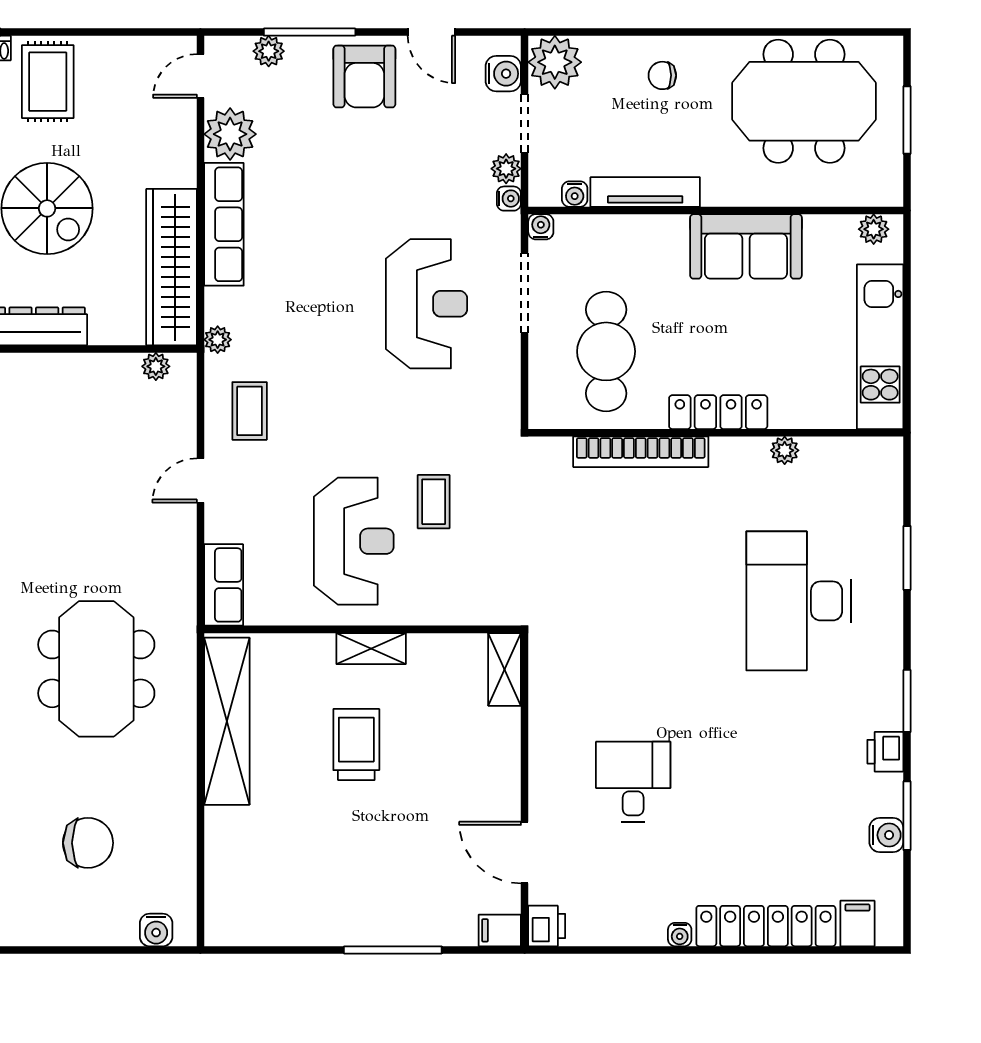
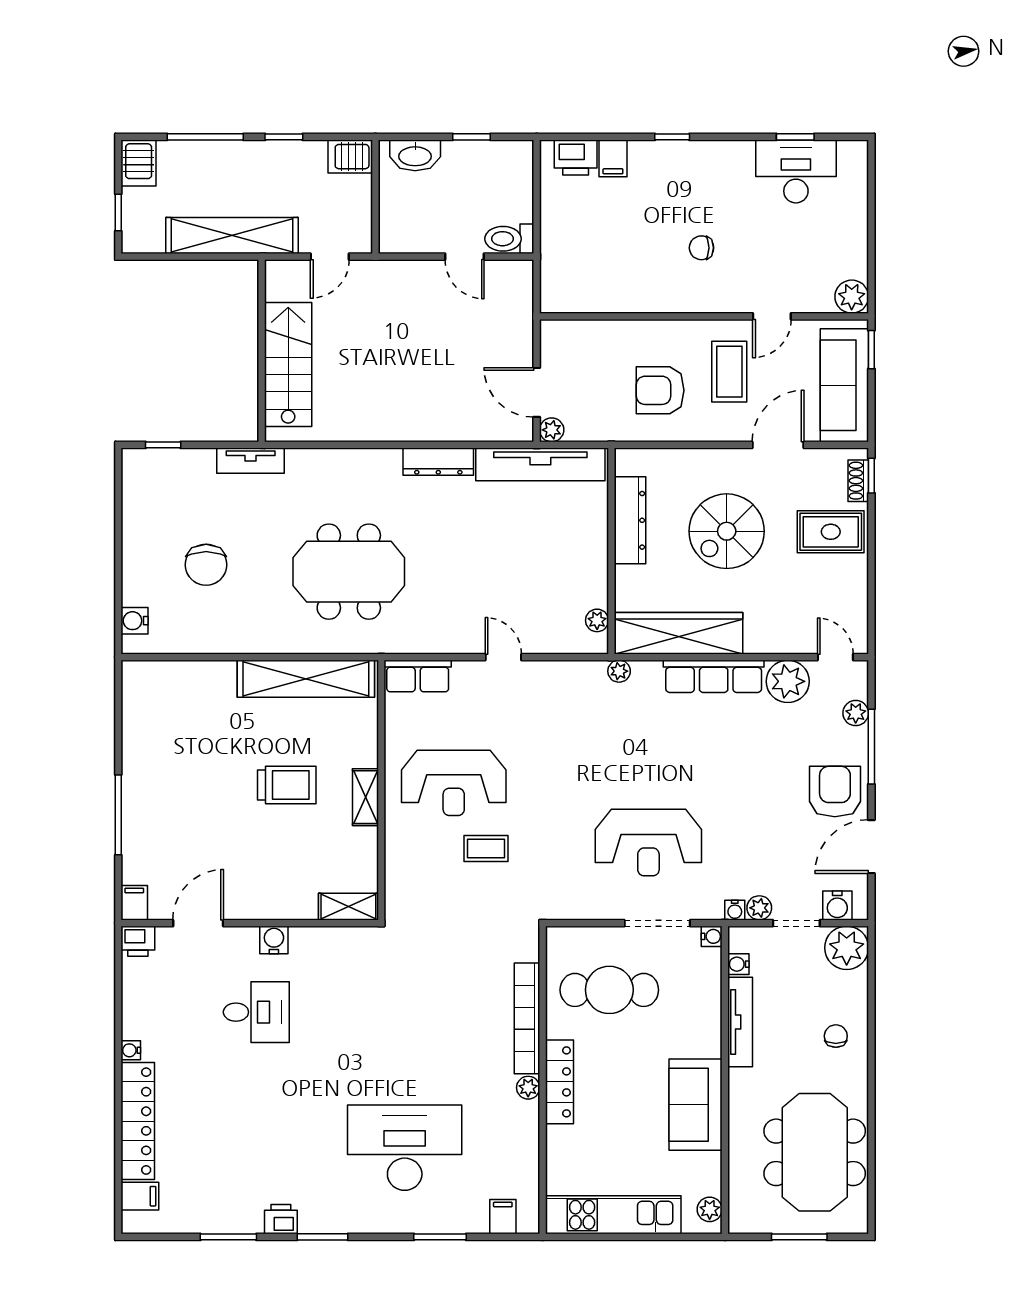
door: (431, 32) -> (871, 847), width x1.38
armchair: (364, 76) -> (835, 792), turned 90
coffee table: (250, 411) -> (560, 697), removed
plant: (785, 450) -> (528, 1088), moved
filing cabinet: (882, 481) -> (503, 1217), added
water cooler: (886, 835) -> (274, 940), moved, turned 180

